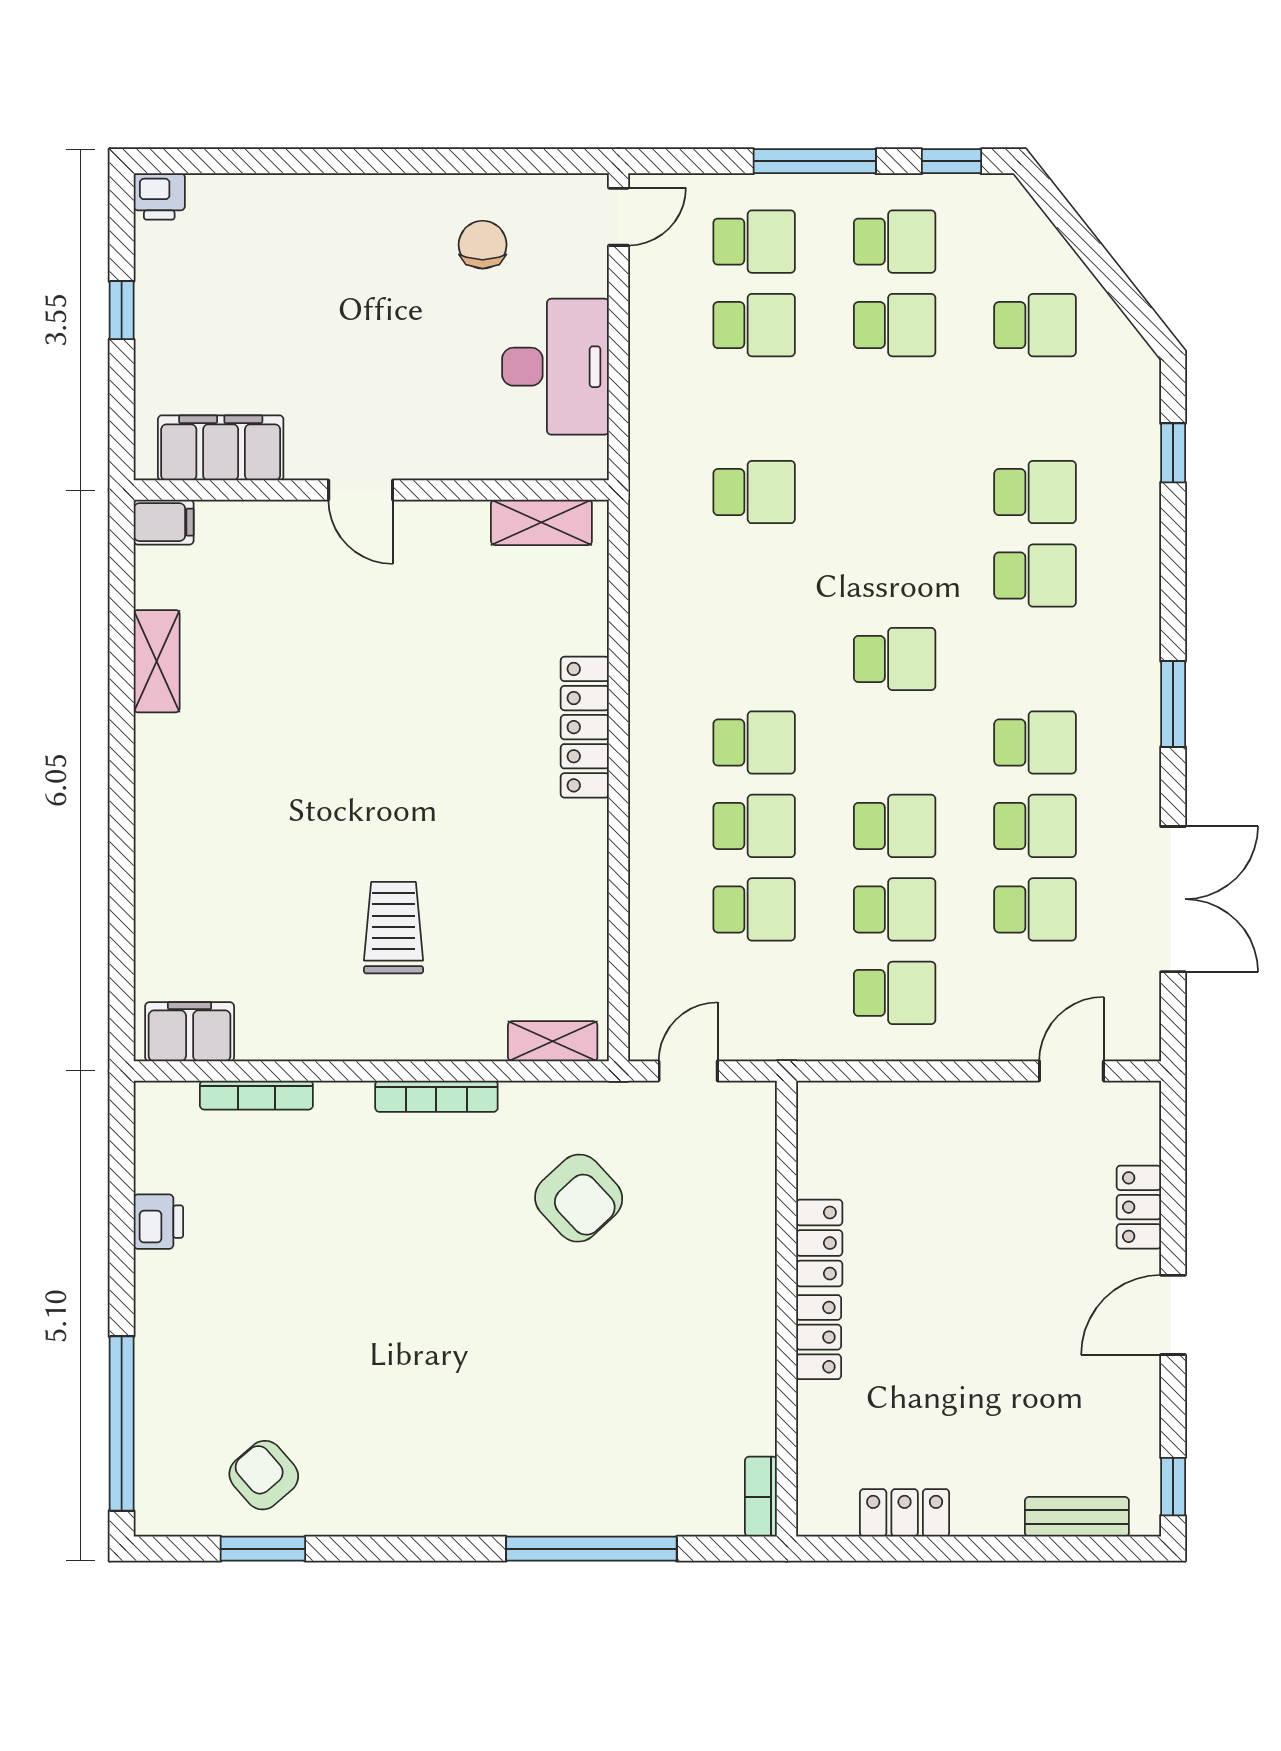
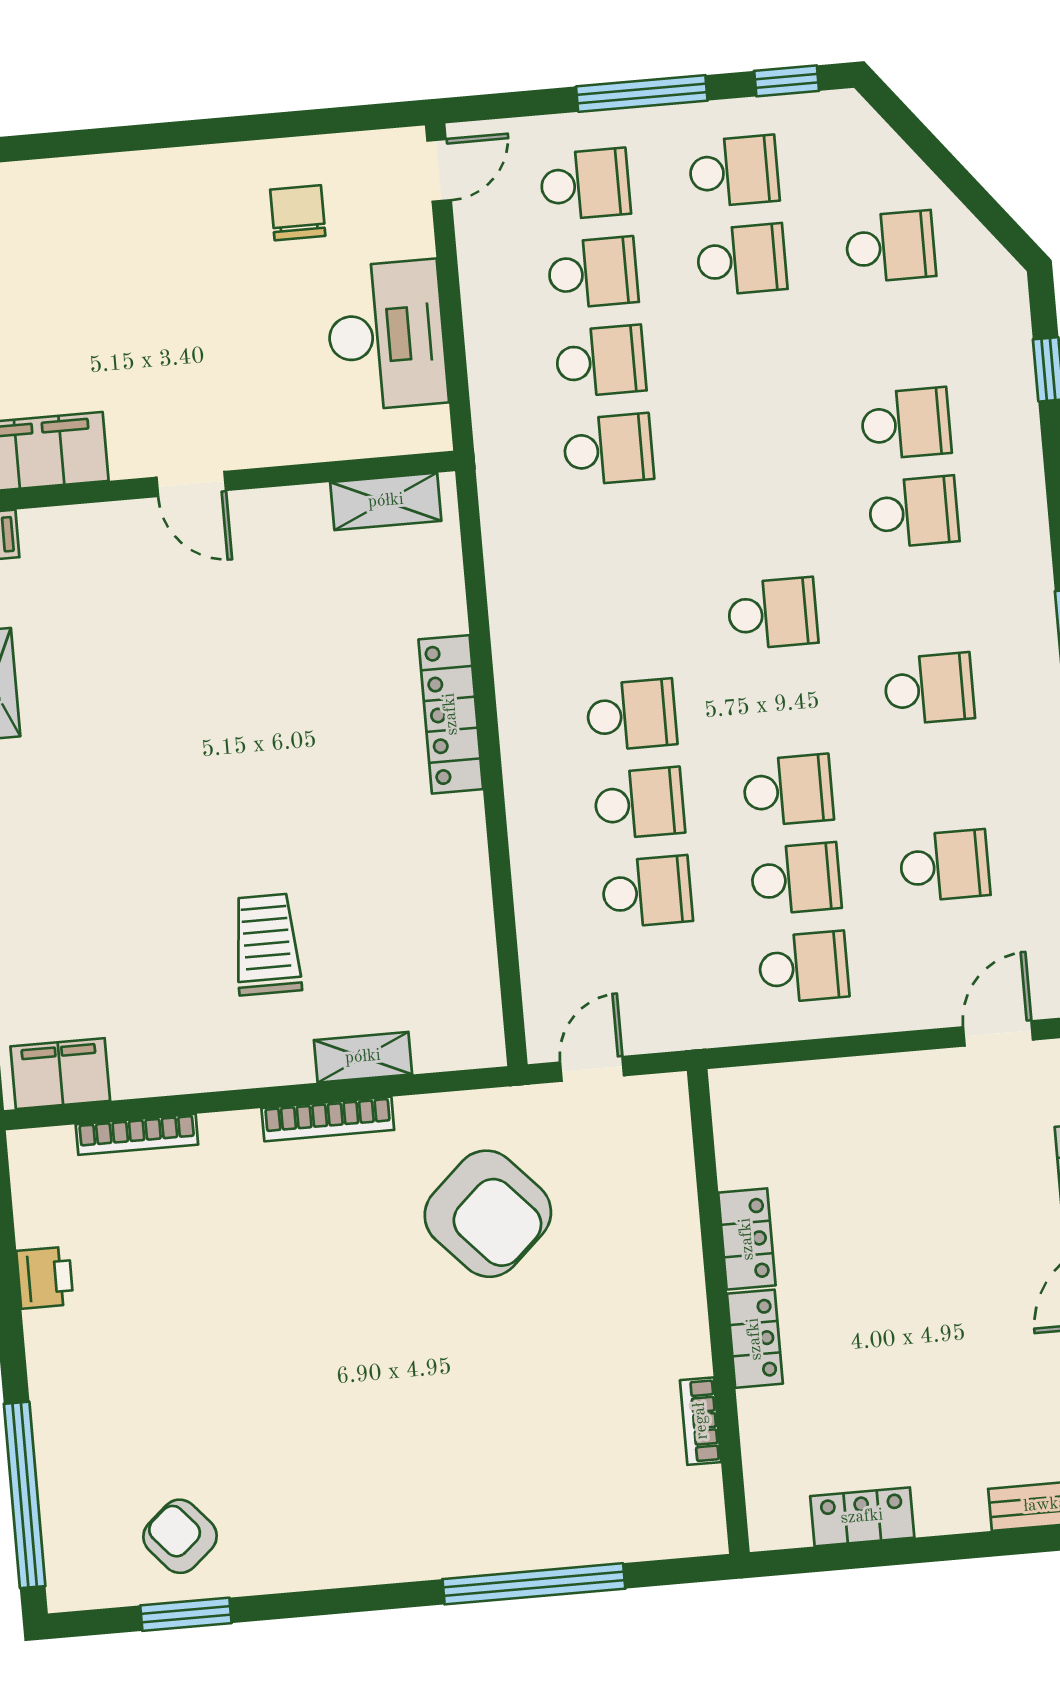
school desk: (1035, 826) -> (601, 361), moved
shelving: (553, 1041) -> (363, 1057), moved
armchair: (579, 1198) -> (488, 1214), width x1.36, depth x1.36
bookcase: (761, 1497) -> (701, 1421), moved

